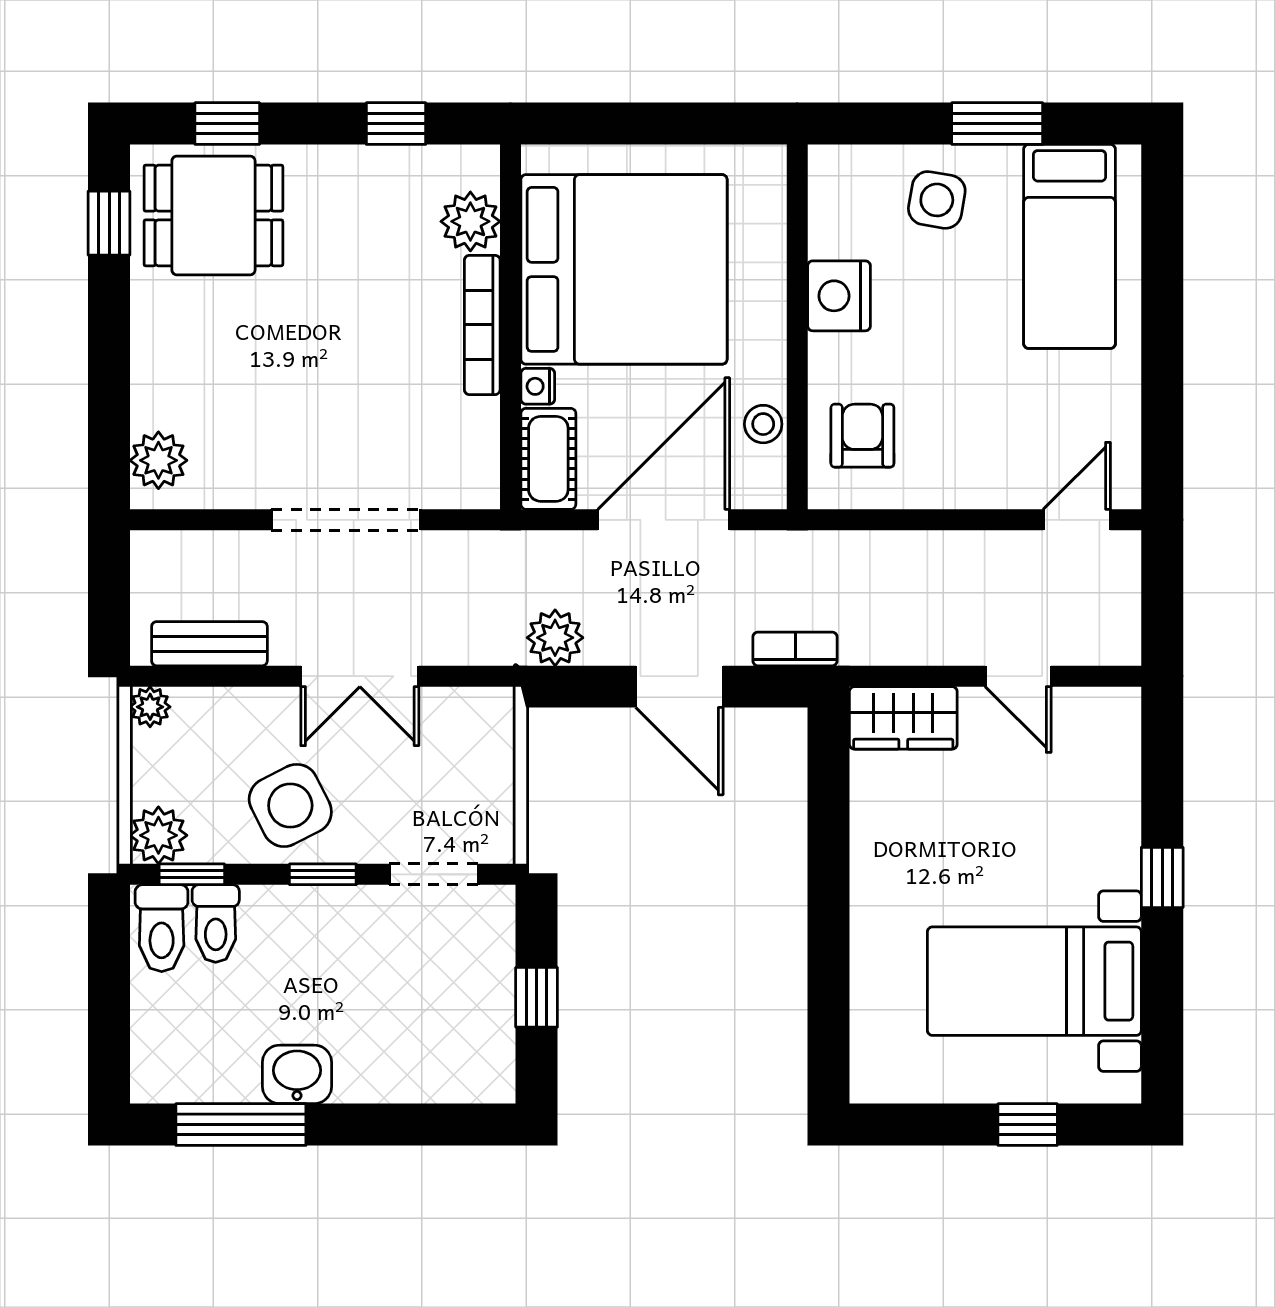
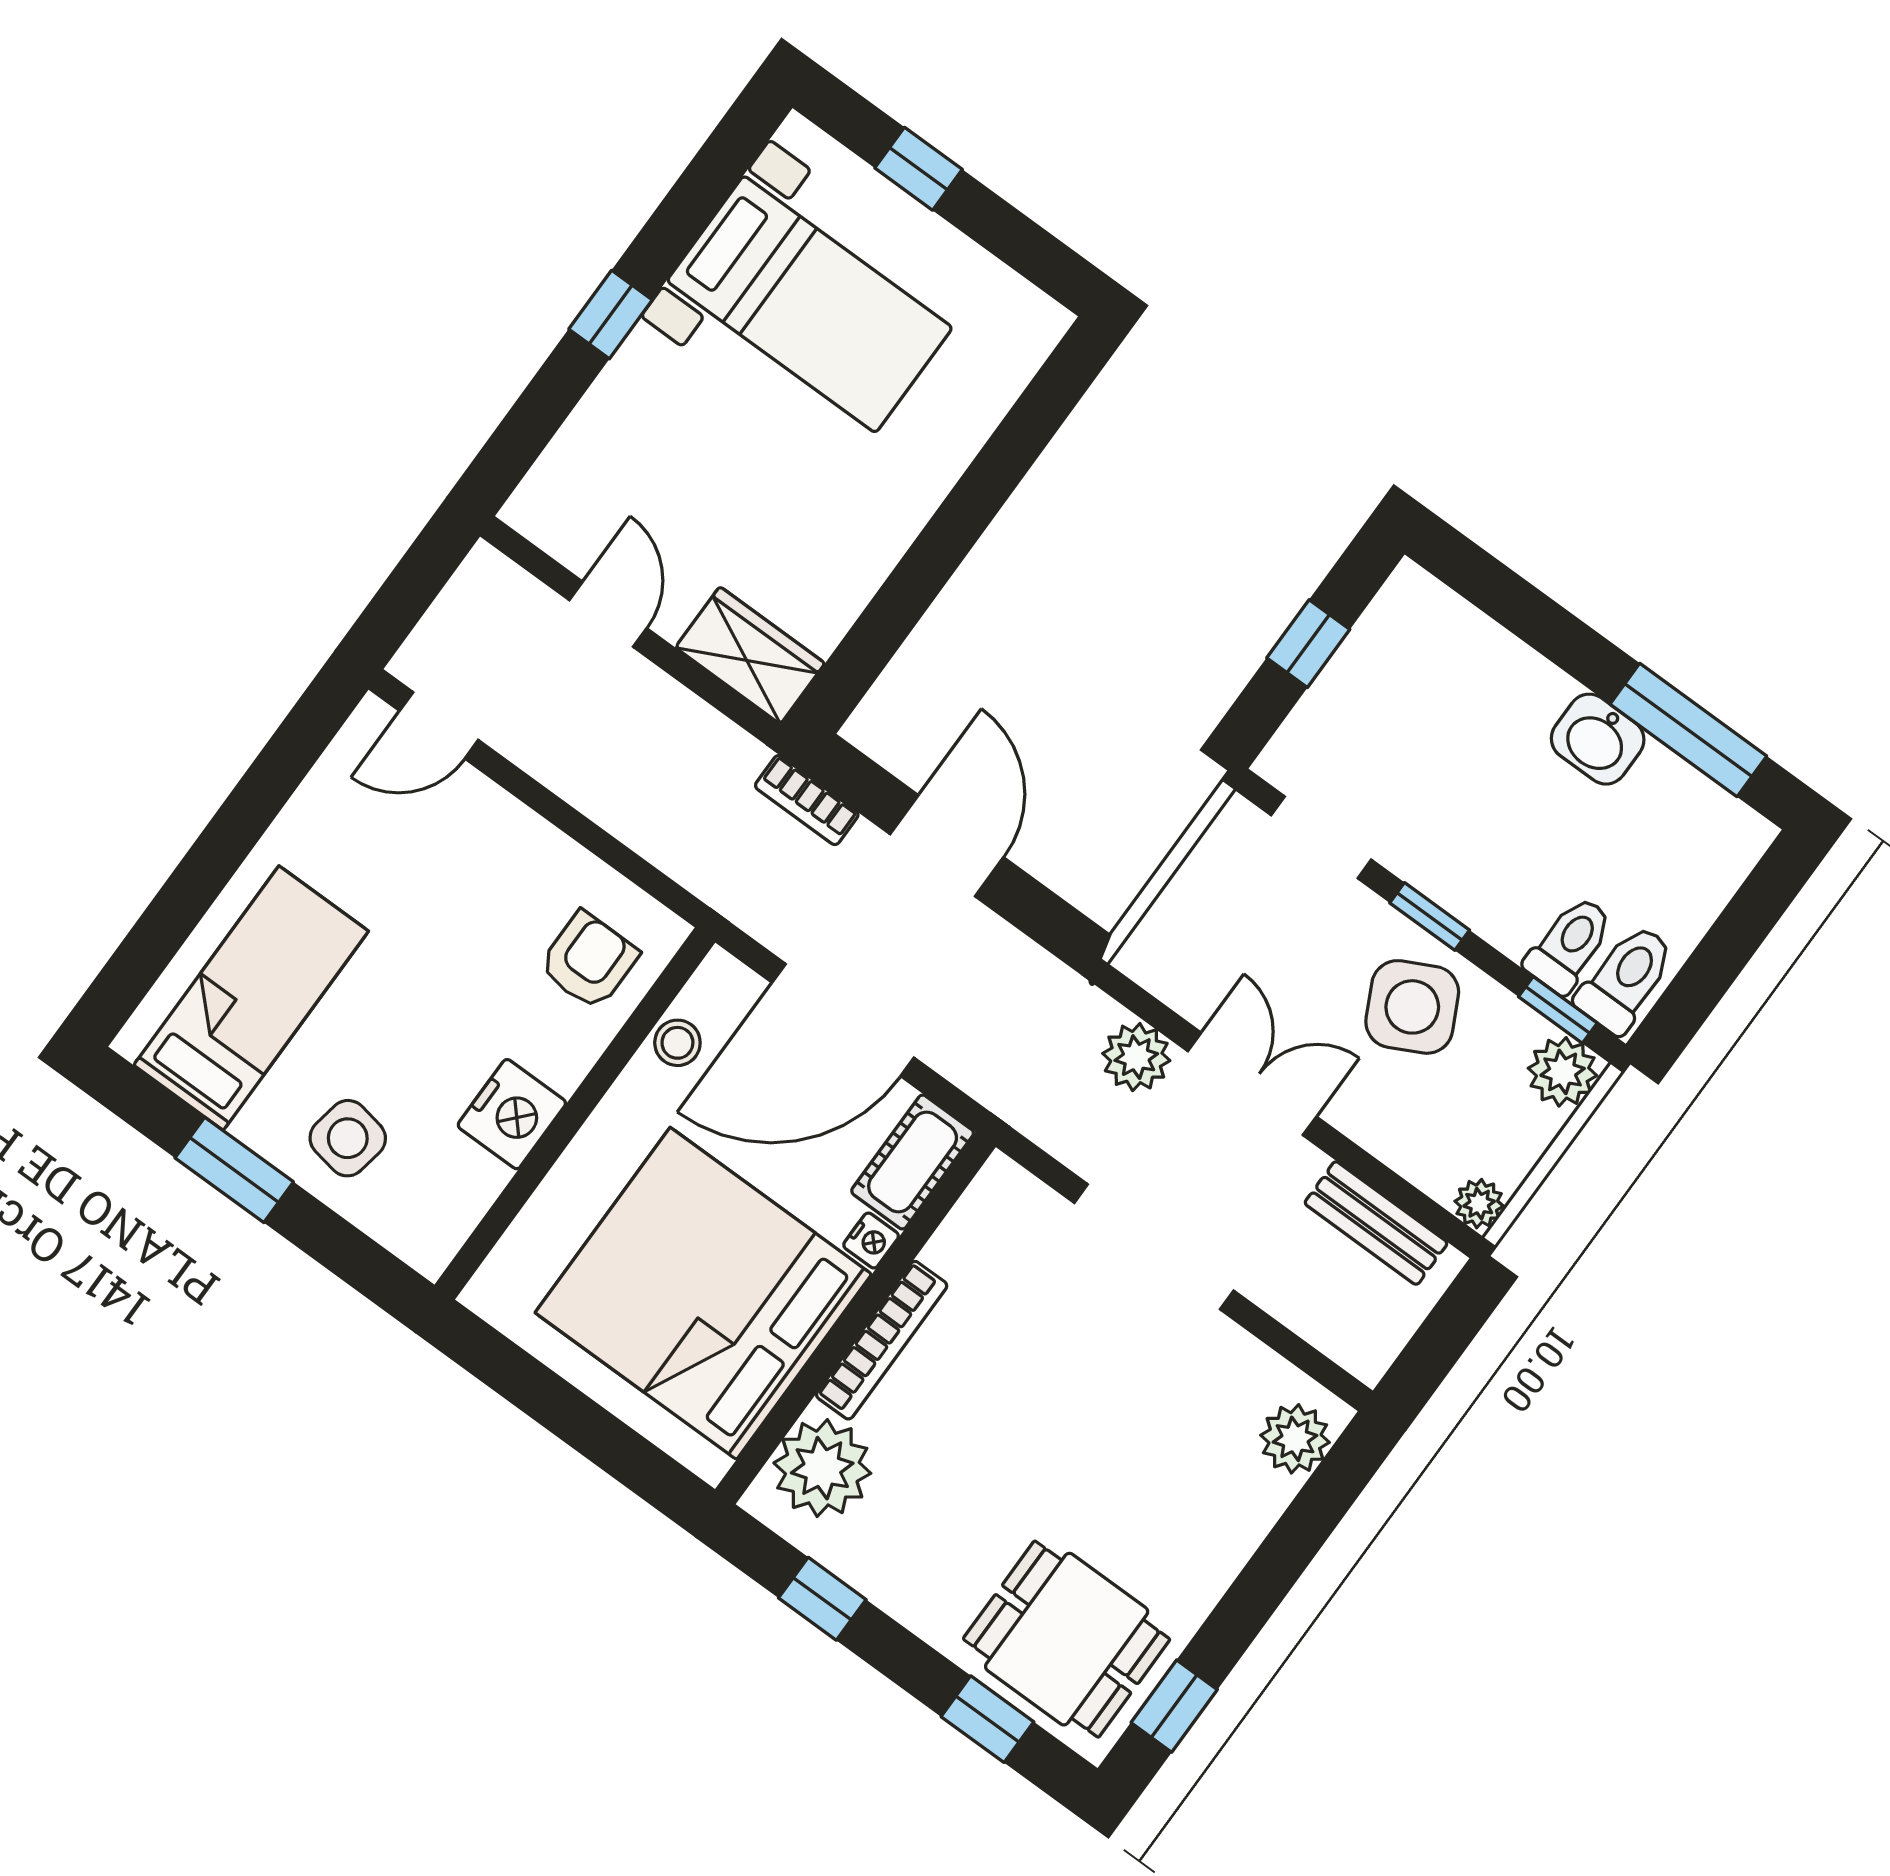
plant: (470, 221) -> (822, 1468), width x1.36, depth x1.36
armchair: (862, 436) -> (589, 961), turned 180
plant: (555, 638) -> (1136, 1057), moved

